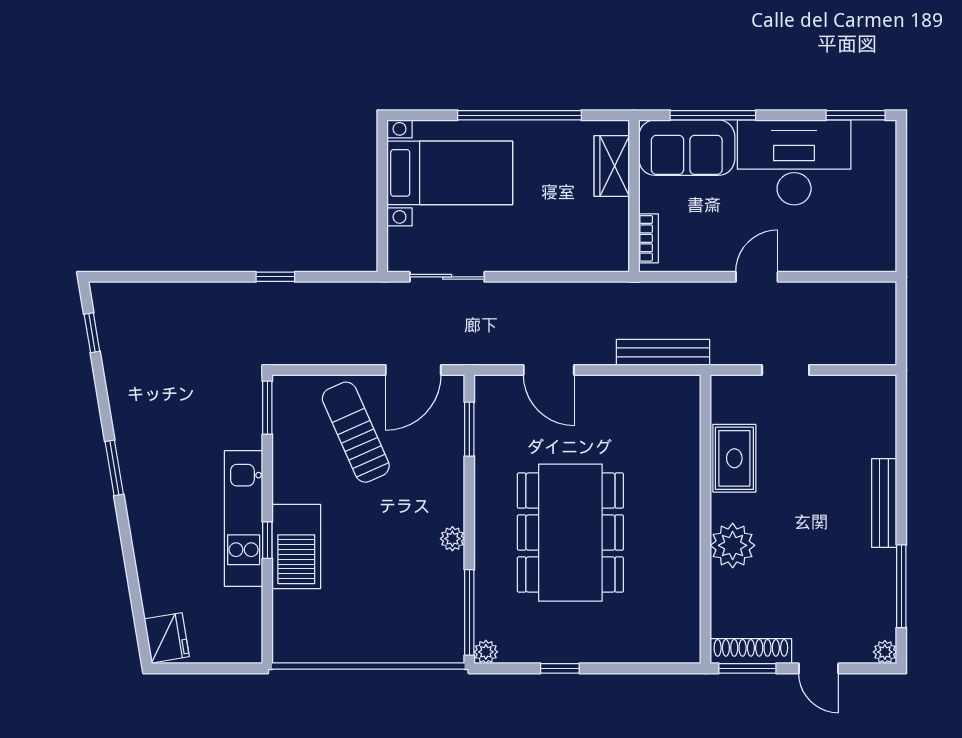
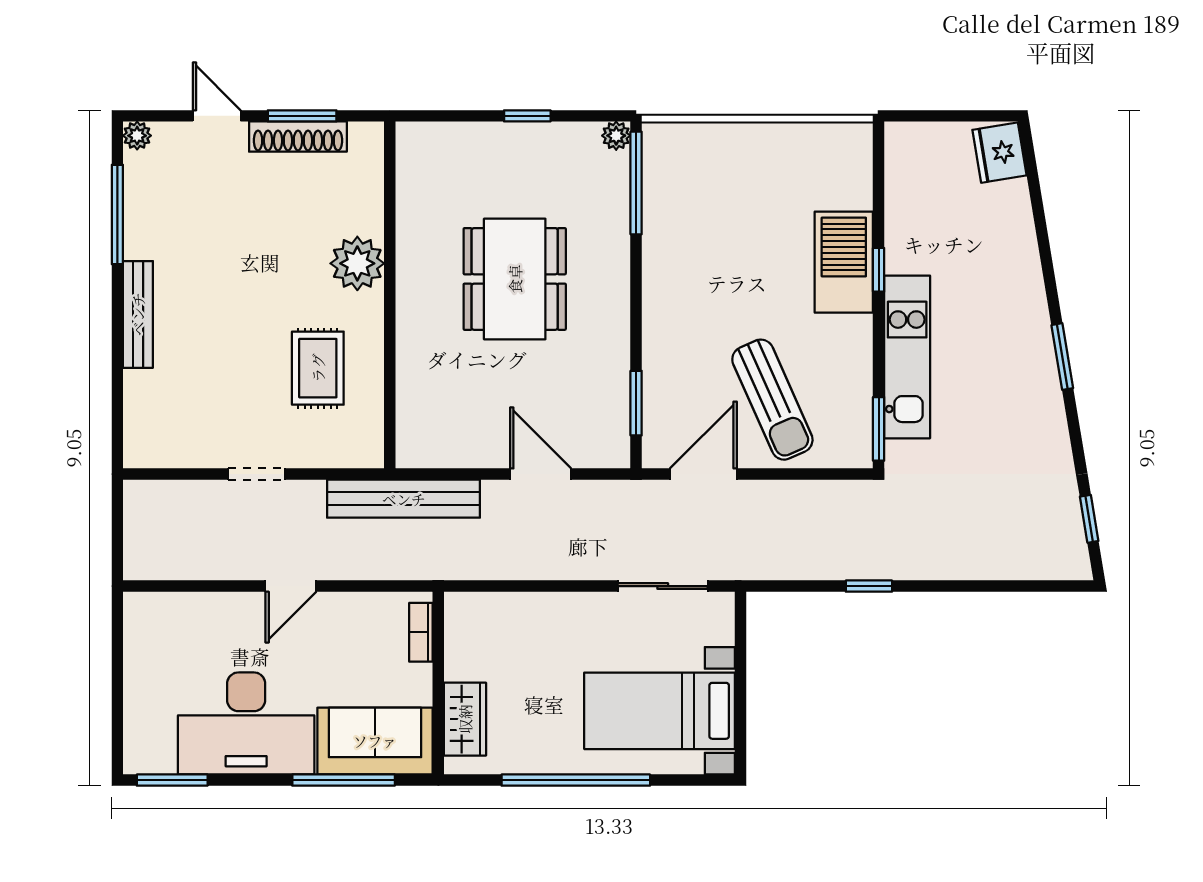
bench: (663, 352) -> (404, 499), width x1.37, depth x1.21
kitchen unit: (244, 518) -> (907, 357), moved
wall: (706, 519) -> (390, 295), moved
dining table: (570, 533) -> (515, 279), width x0.73, depth x0.80
plant: (452, 539) -> (656, 272), removed
plant: (733, 545) -> (357, 263), moved

